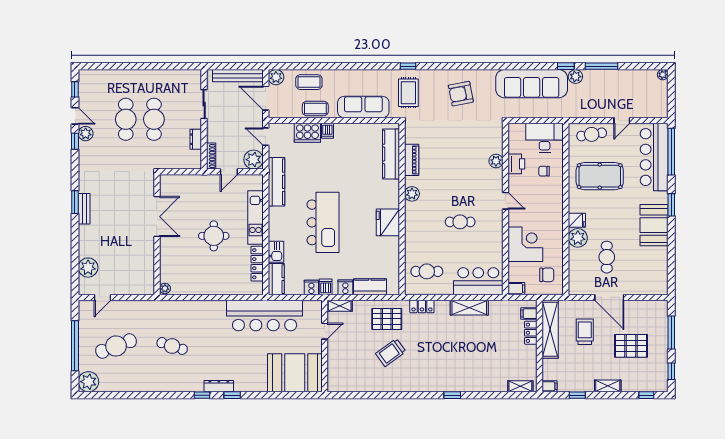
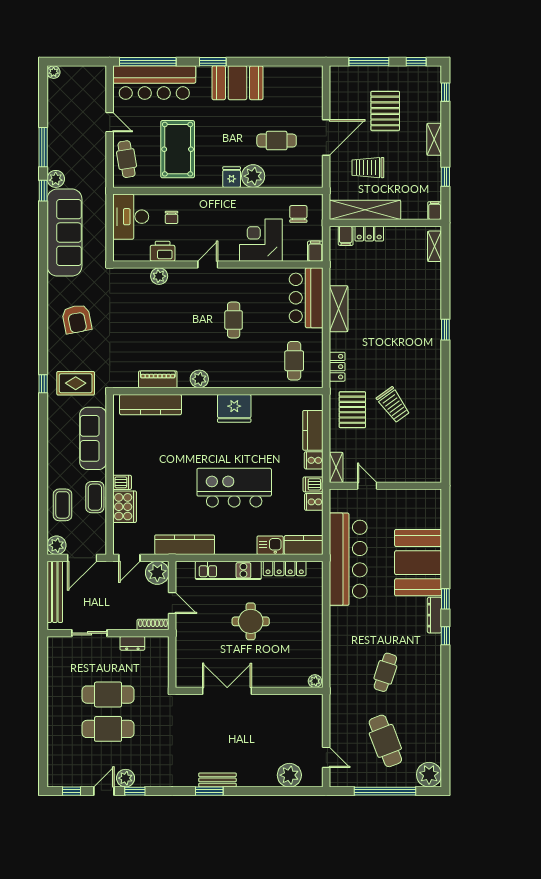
booth: (295, 373) -> (418, 563), moved

